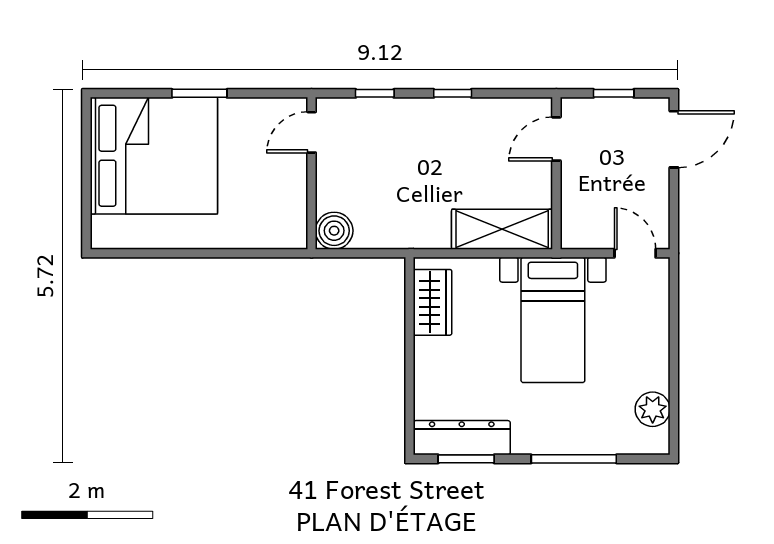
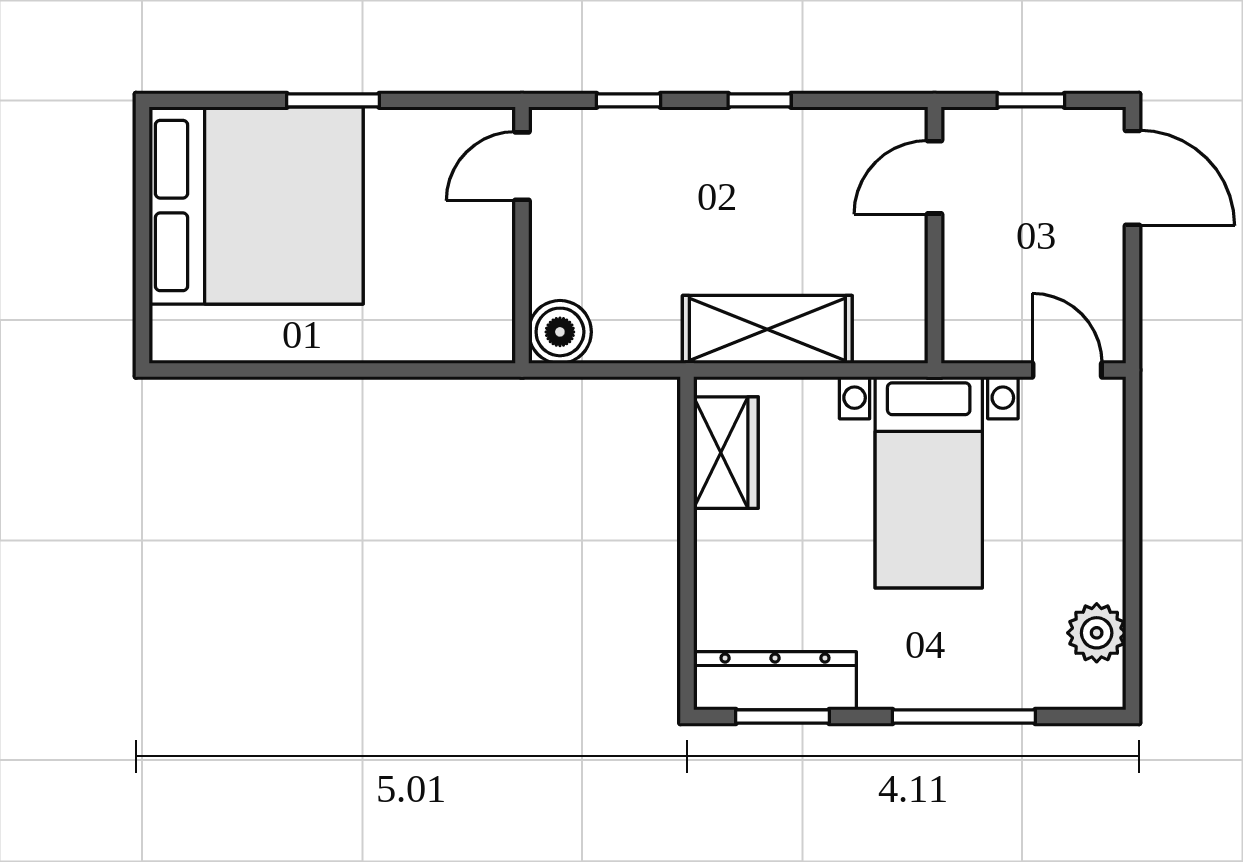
door: (674, 139) -> (1132, 178), hinge flipped
shelving: (502, 229) -> (767, 329), moved

